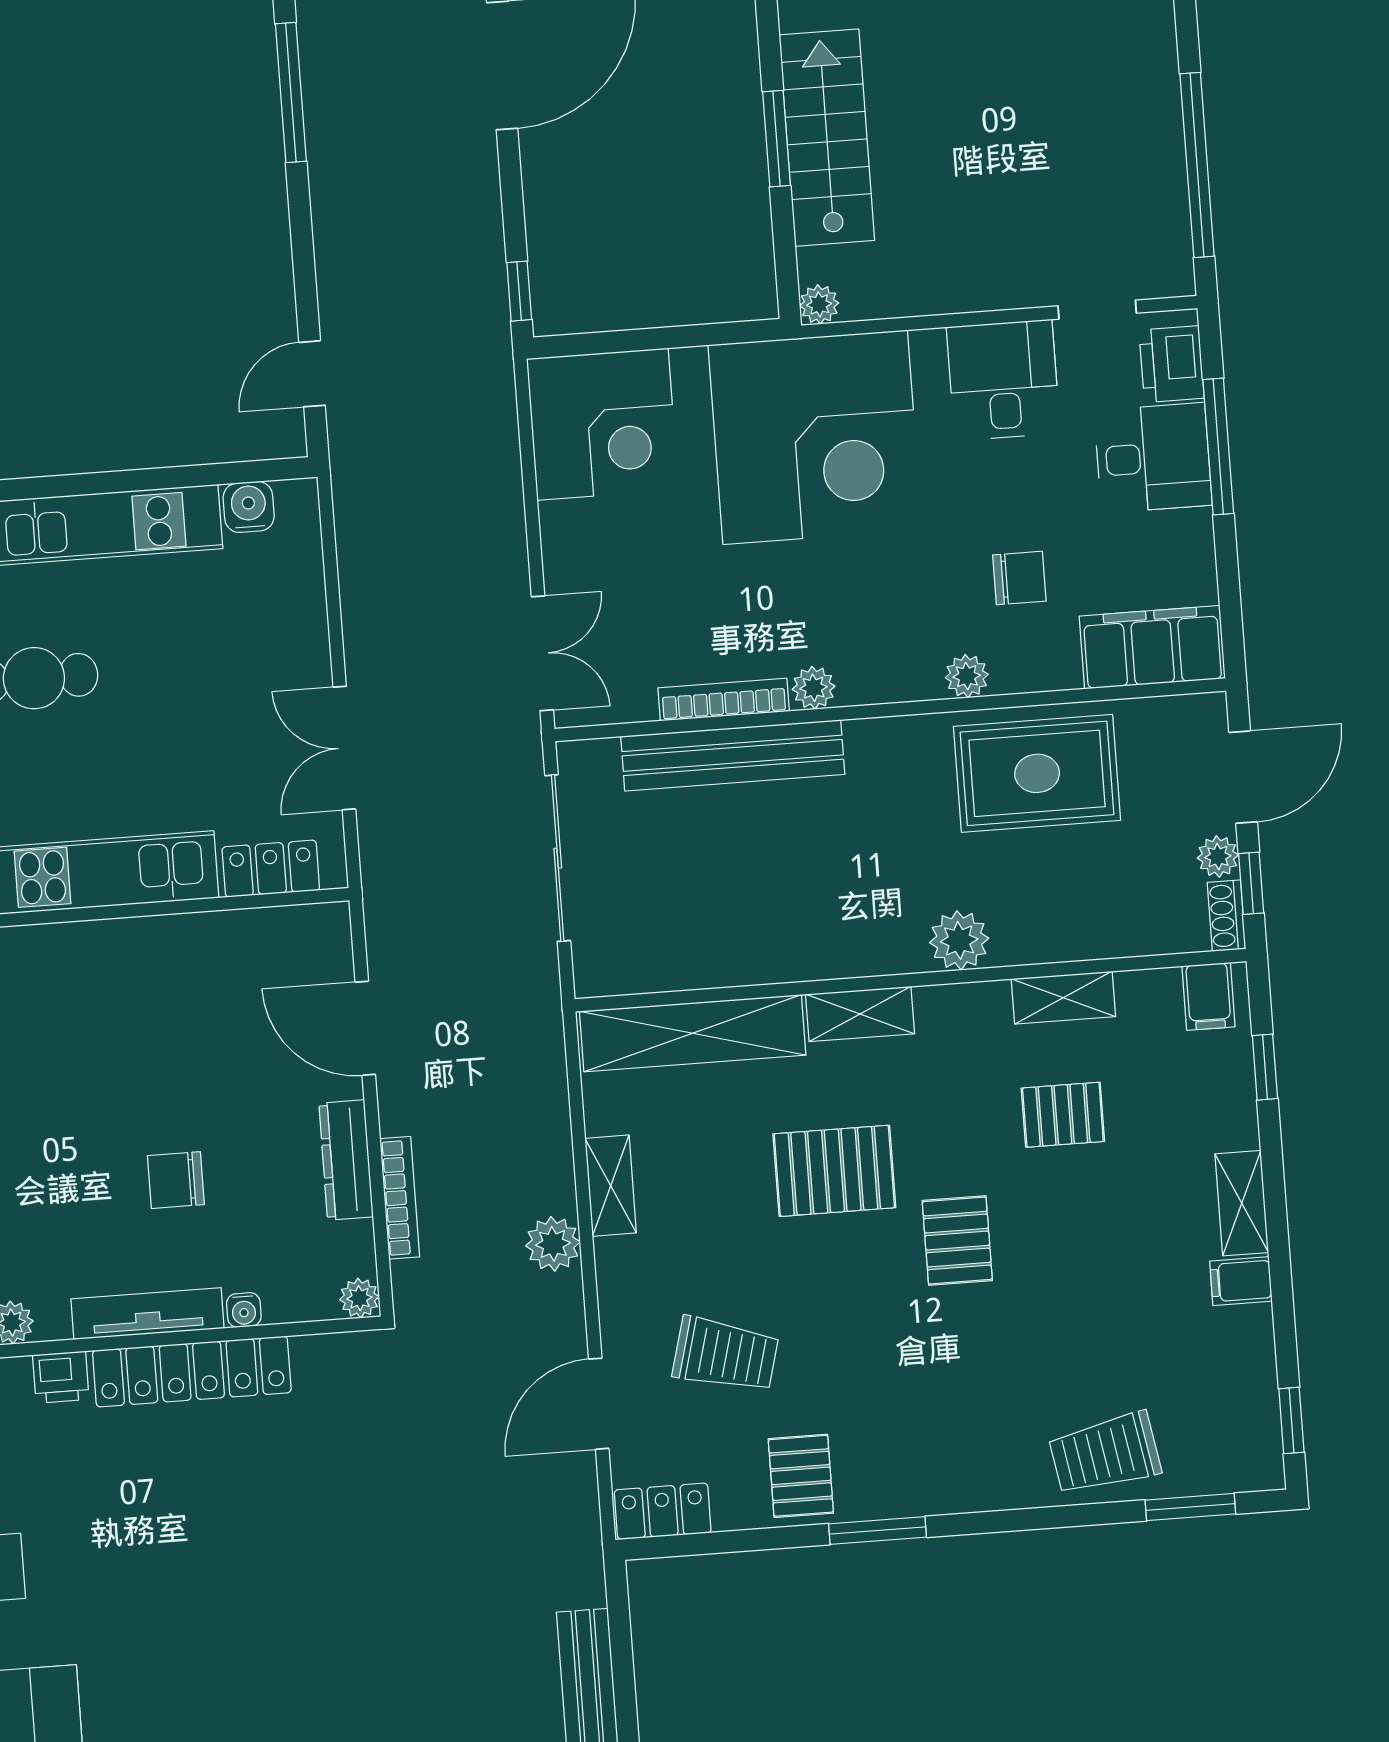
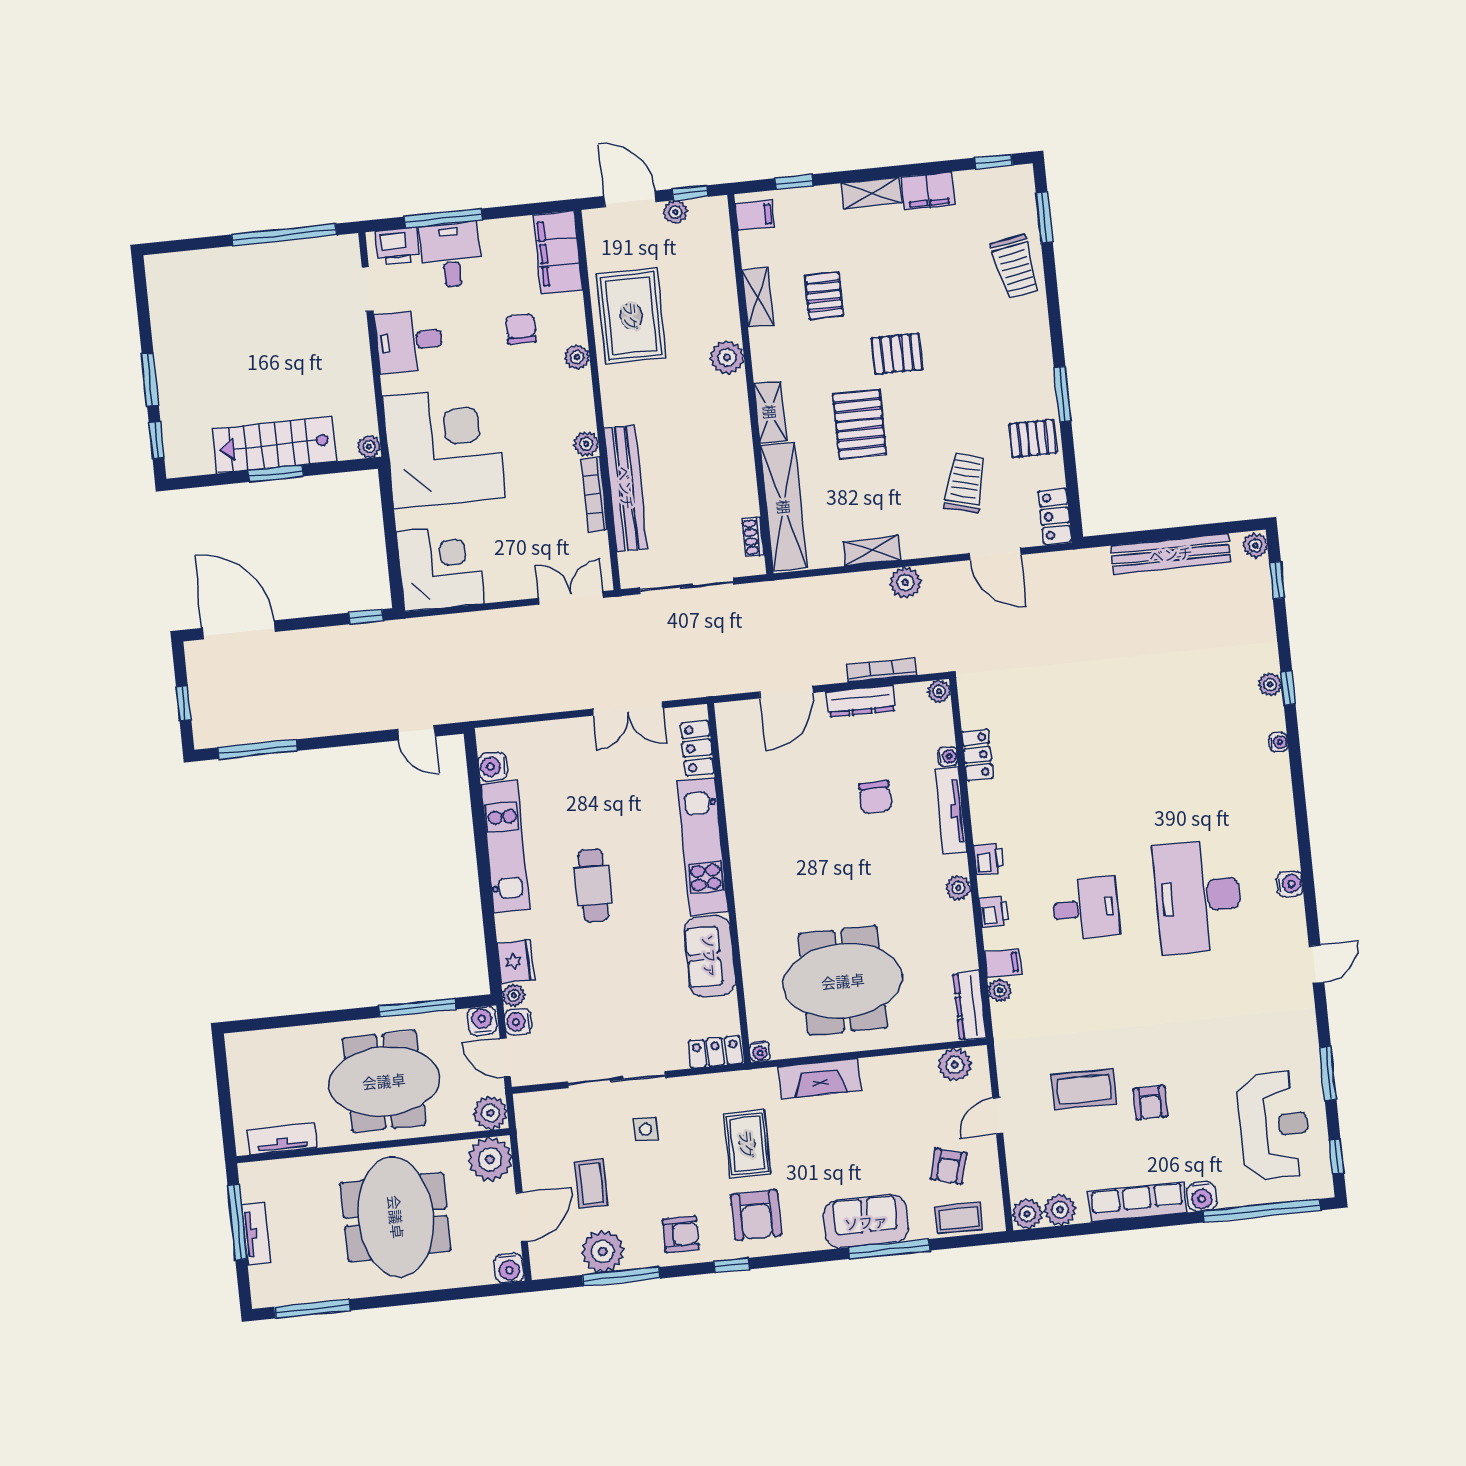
shoe rack: (1226, 916) -> (753, 537), moved, turned 90
filing cabinet: (1241, 1281) -> (928, 191), width x2.00
locker: (192, 1372) -> (977, 755), width x0.46, depth x0.83

